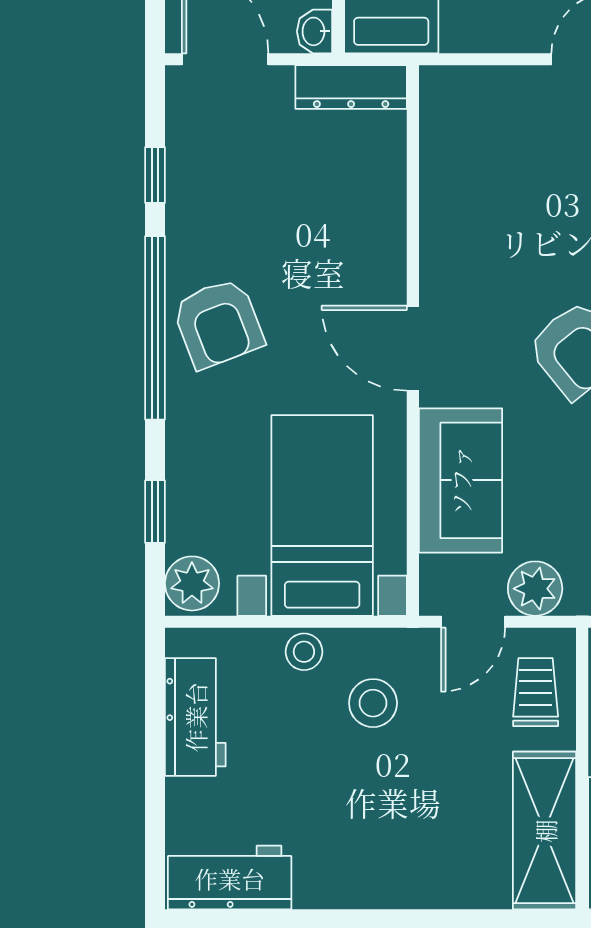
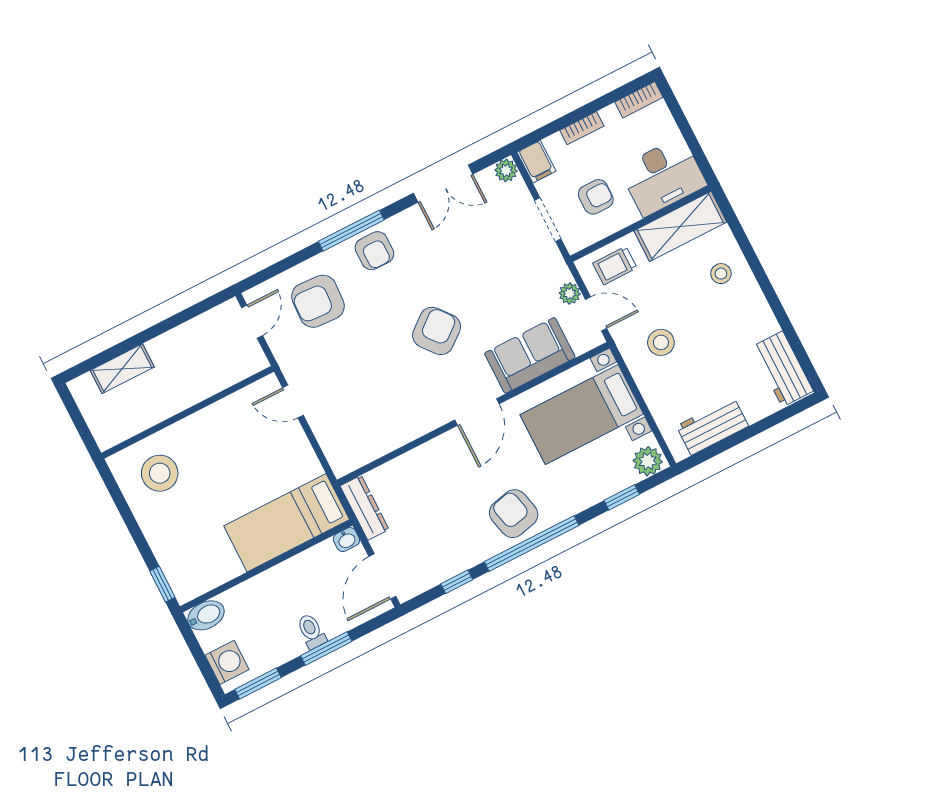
armchair: (218, 323) -> (514, 514), turned -82
plant: (535, 589) -> (570, 293), width x0.73, depth x0.73
stool: (304, 652) -> (721, 274), moved

